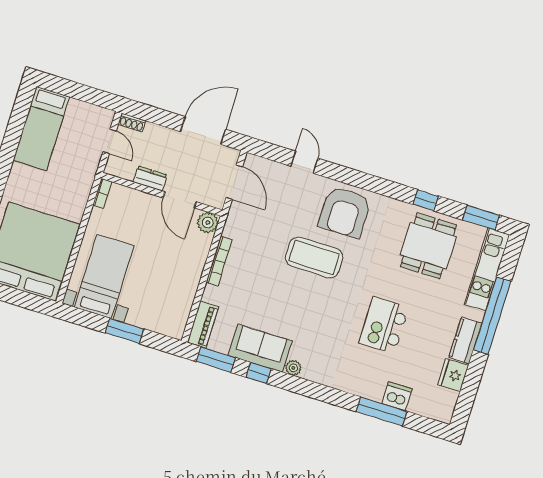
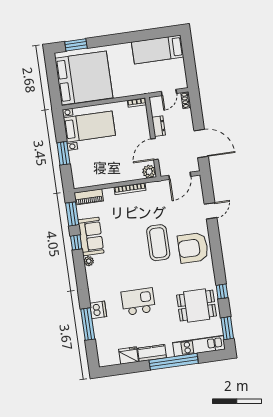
dishwasher: (397, 396) -> (98, 310), moved

